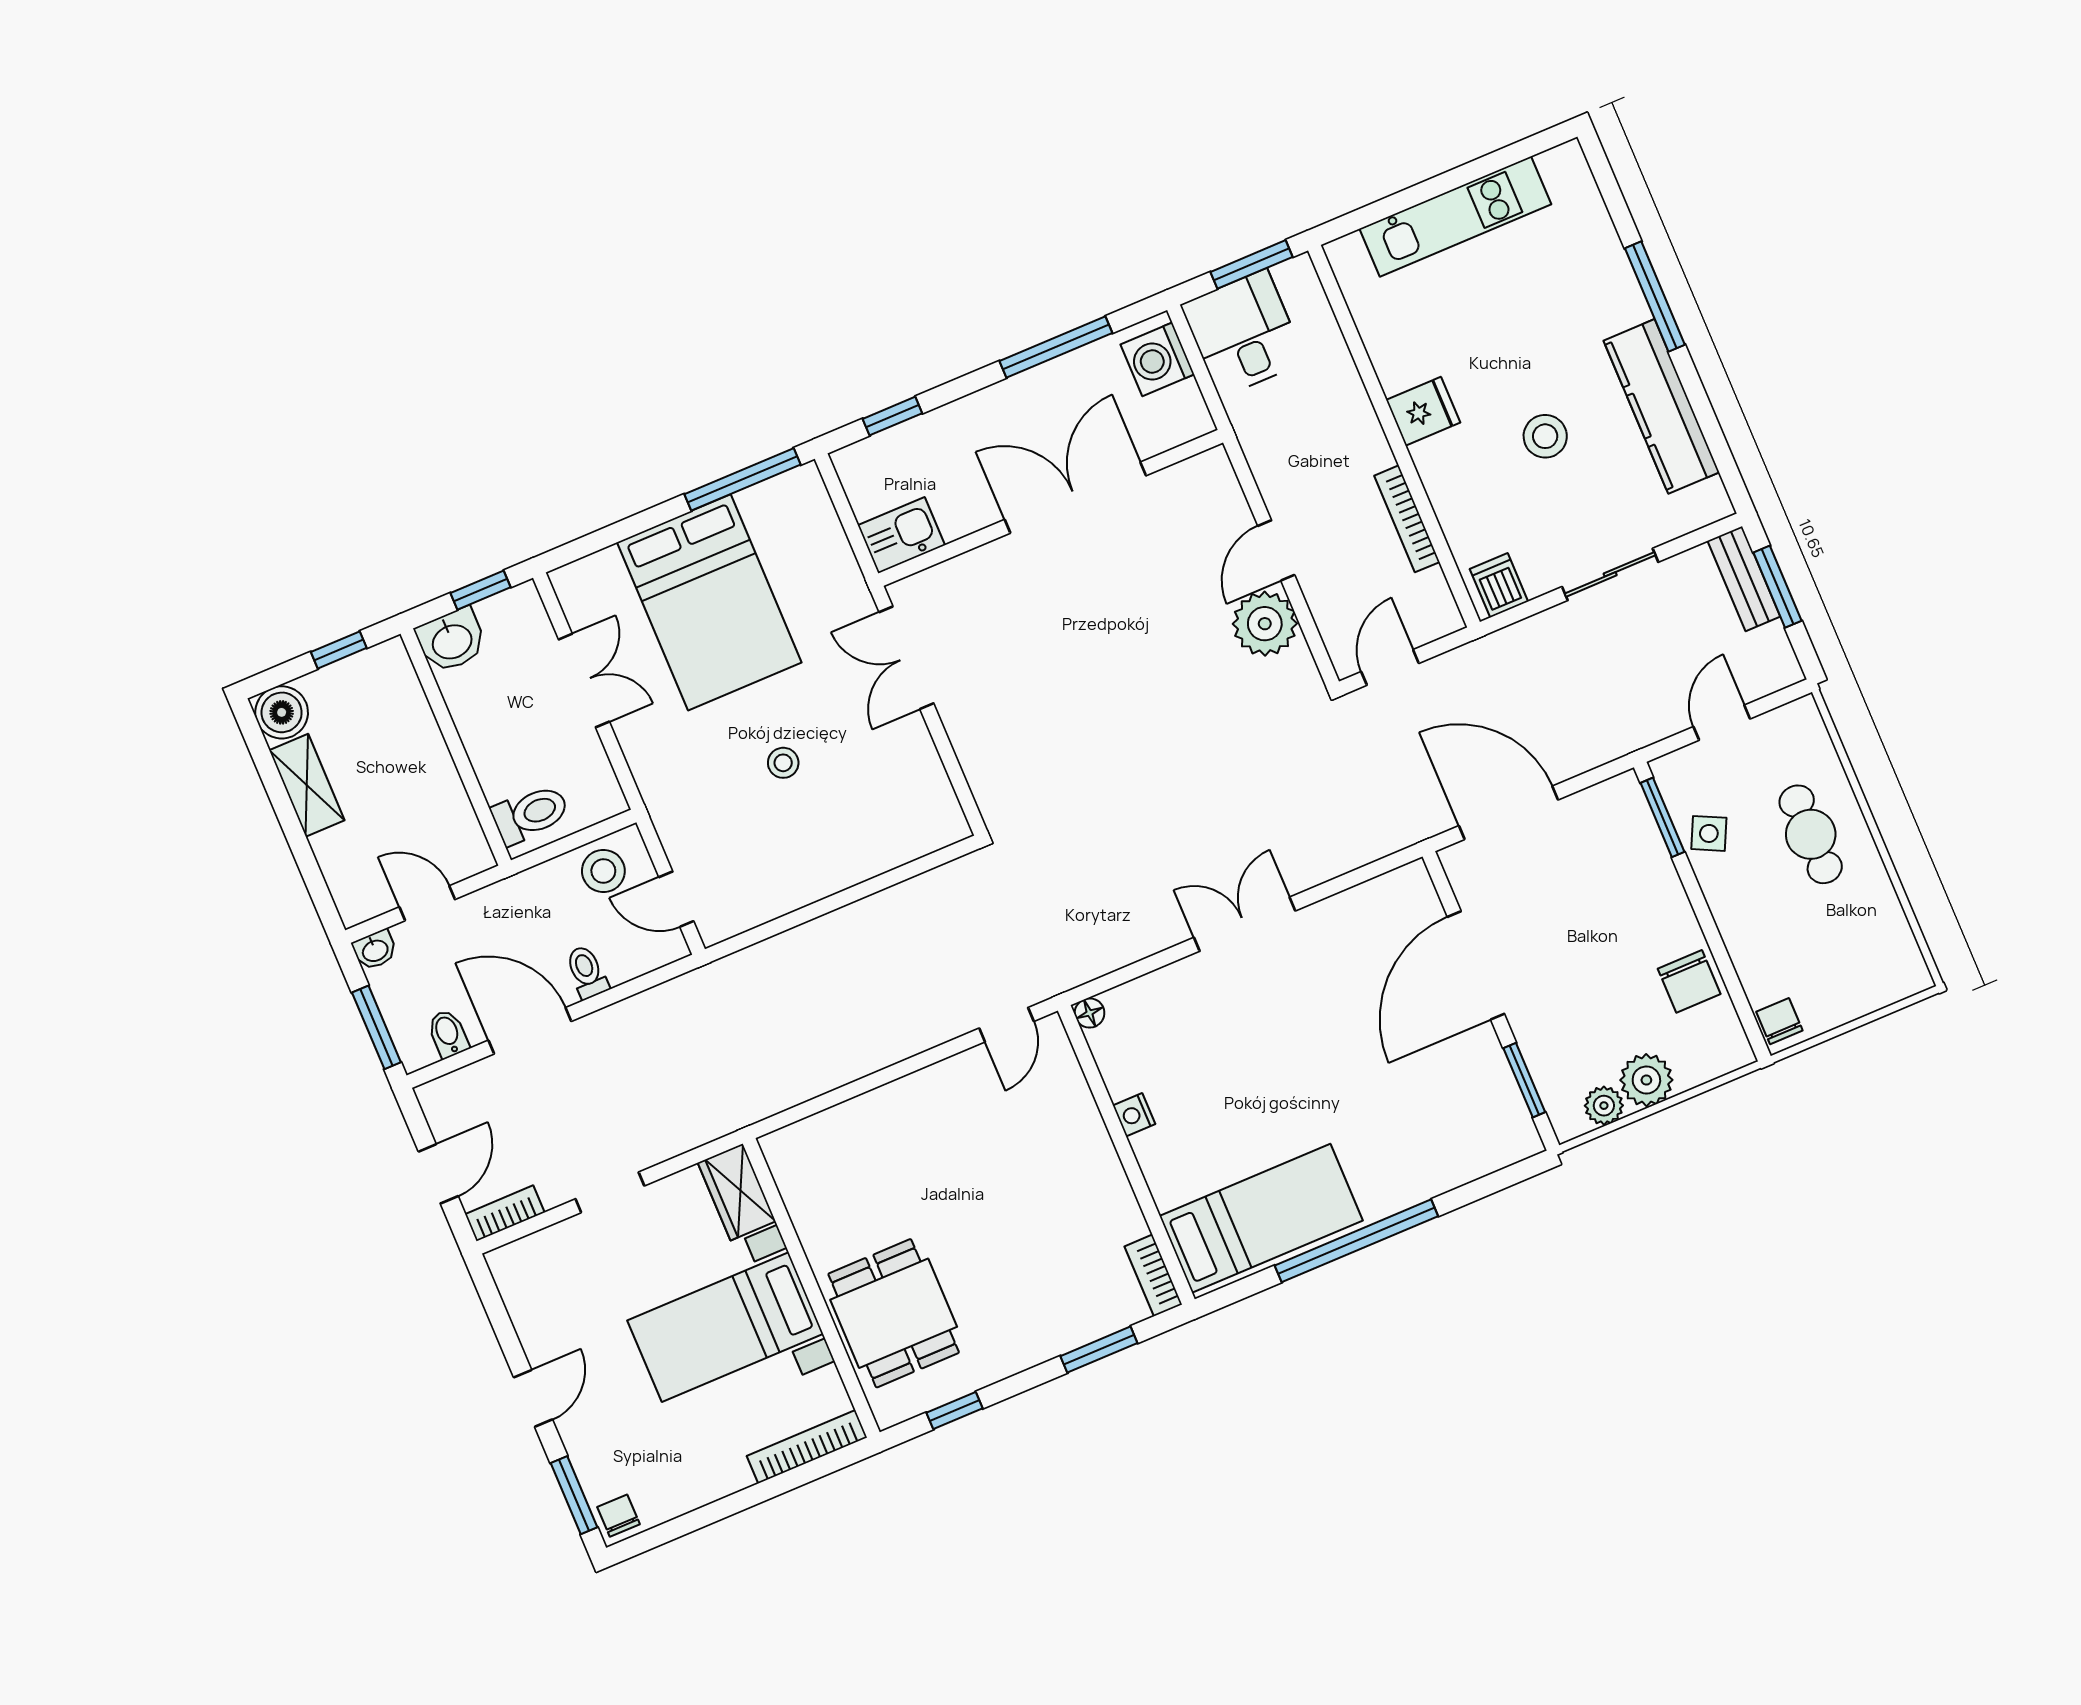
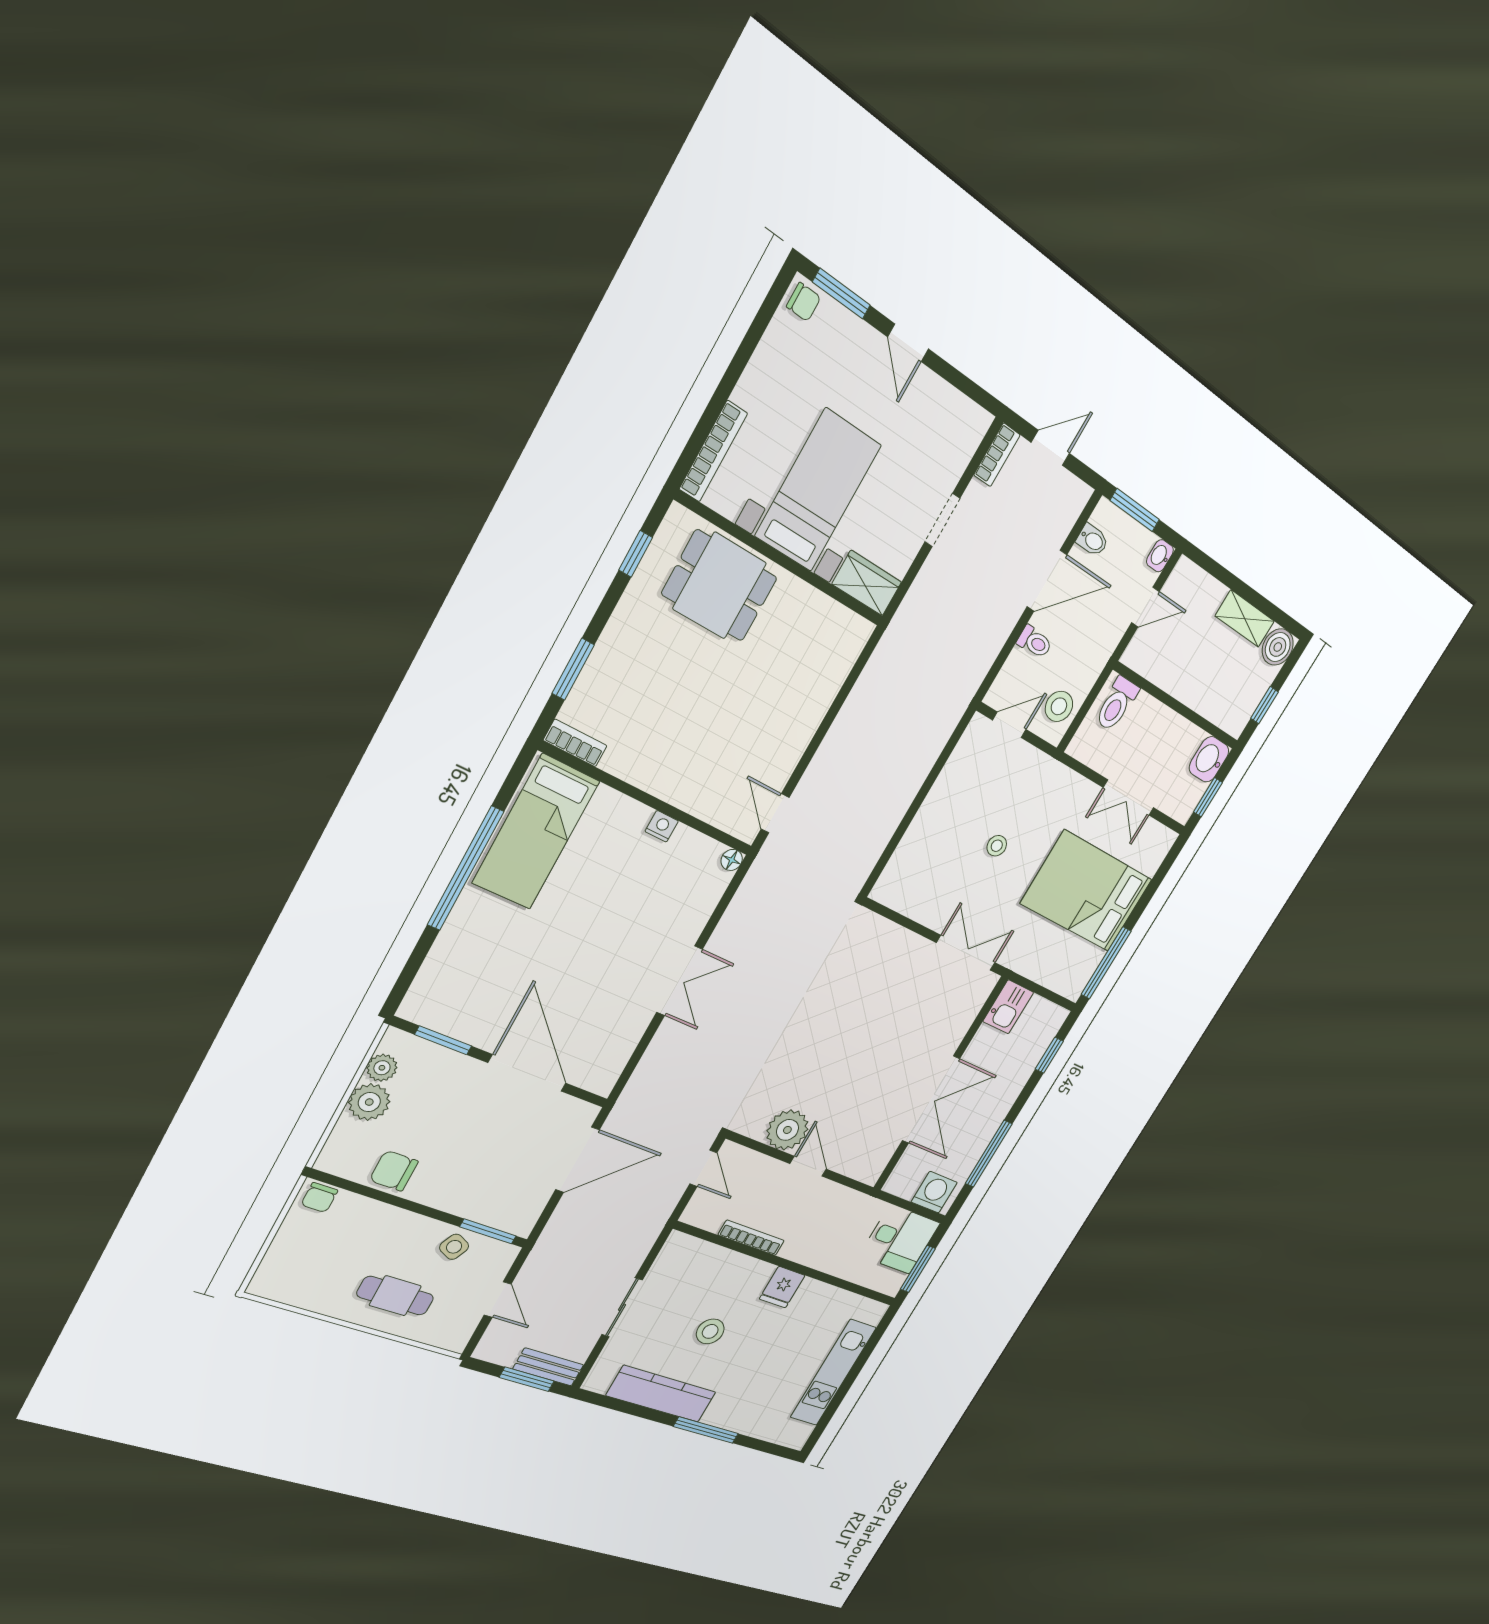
dishwasher: (1499, 585) -> (677, 1252), removed
chair: (1779, 1021) -> (319, 1198), turned 90
door: (438, 1174) -> (1050, 448), swing flipped

